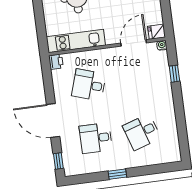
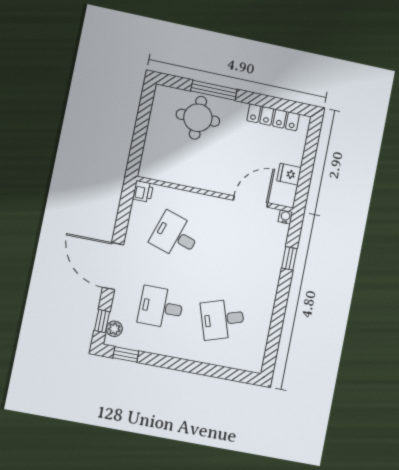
fridge: (157, 32) -> (289, 174), moved
kitchen unit: (76, 41) -> (178, 174), removed
plant: (69, 164) -> (114, 329), added
window: (117, 174) -> (126, 354), moved

